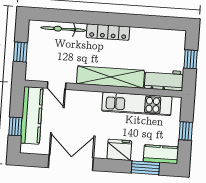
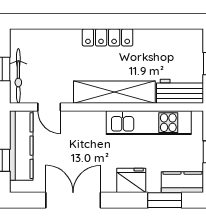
bicycle: (63, 29) -> (18, 76), moved, turned -90

